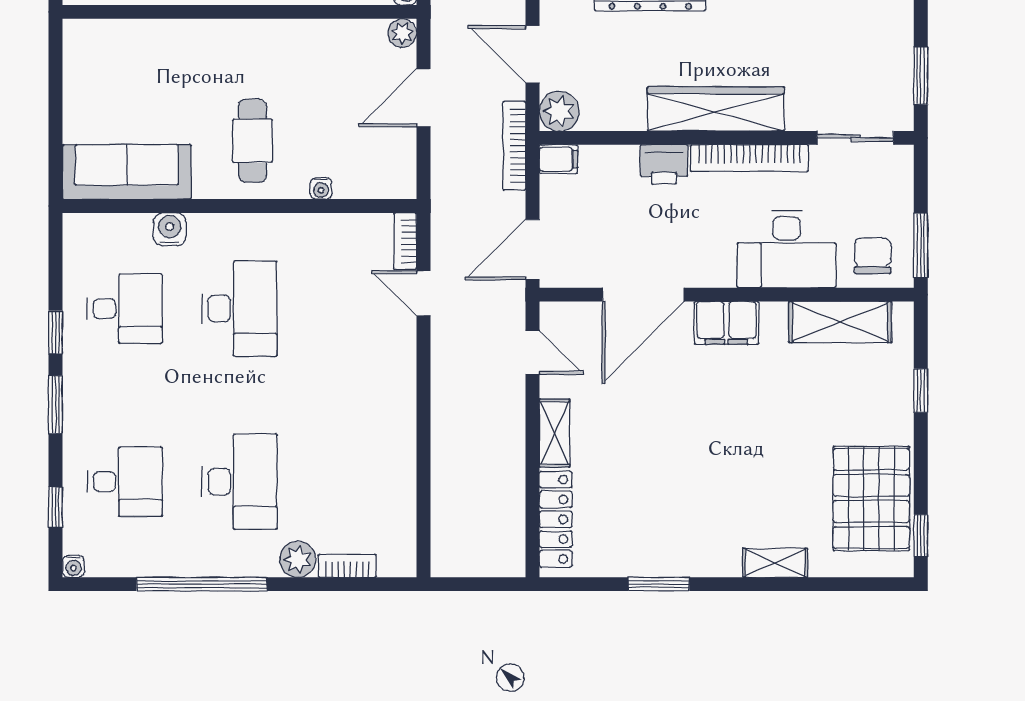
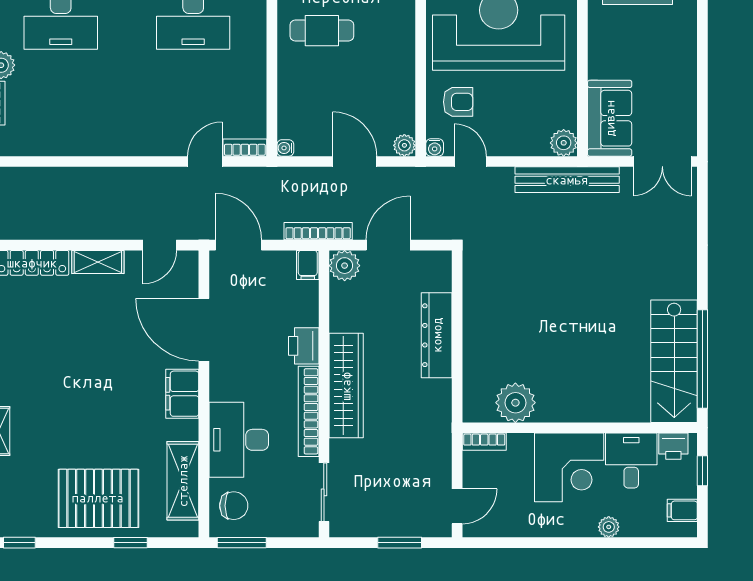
window: (921, 76) -> (400, 543), moved
water cooler: (321, 188) -> (285, 148), moved
pallet: (871, 498) -> (98, 498), moved

